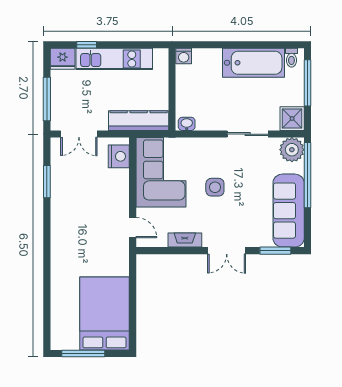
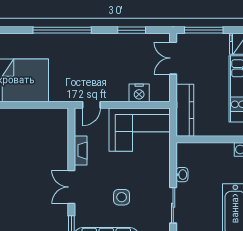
washbasin: (187, 124) -> (182, 175), moved
nightstand: (119, 156) -> (139, 93), moved
side table: (215, 187) -> (122, 197), moved
window: (47, 261) -> (62, 30), added

